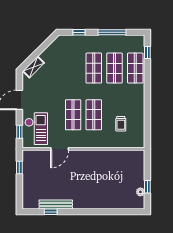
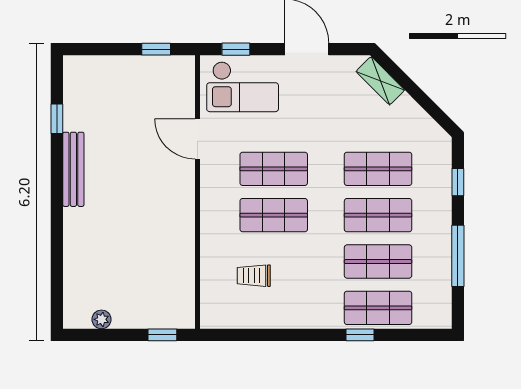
window: (147, 52) -> (360, 335), moved
shop shelf: (73, 68) -> (378, 169), added
window: (147, 187) -> (162, 335), moved
bench: (56, 204) -> (73, 169), moved

